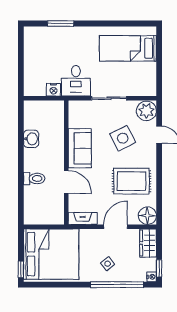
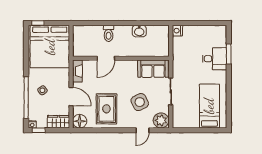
desk: (76, 81) -> (215, 59), moved, turned 180
nightstand: (53, 90) -> (177, 31), moved
sofa: (80, 148) -> (153, 69), moved

